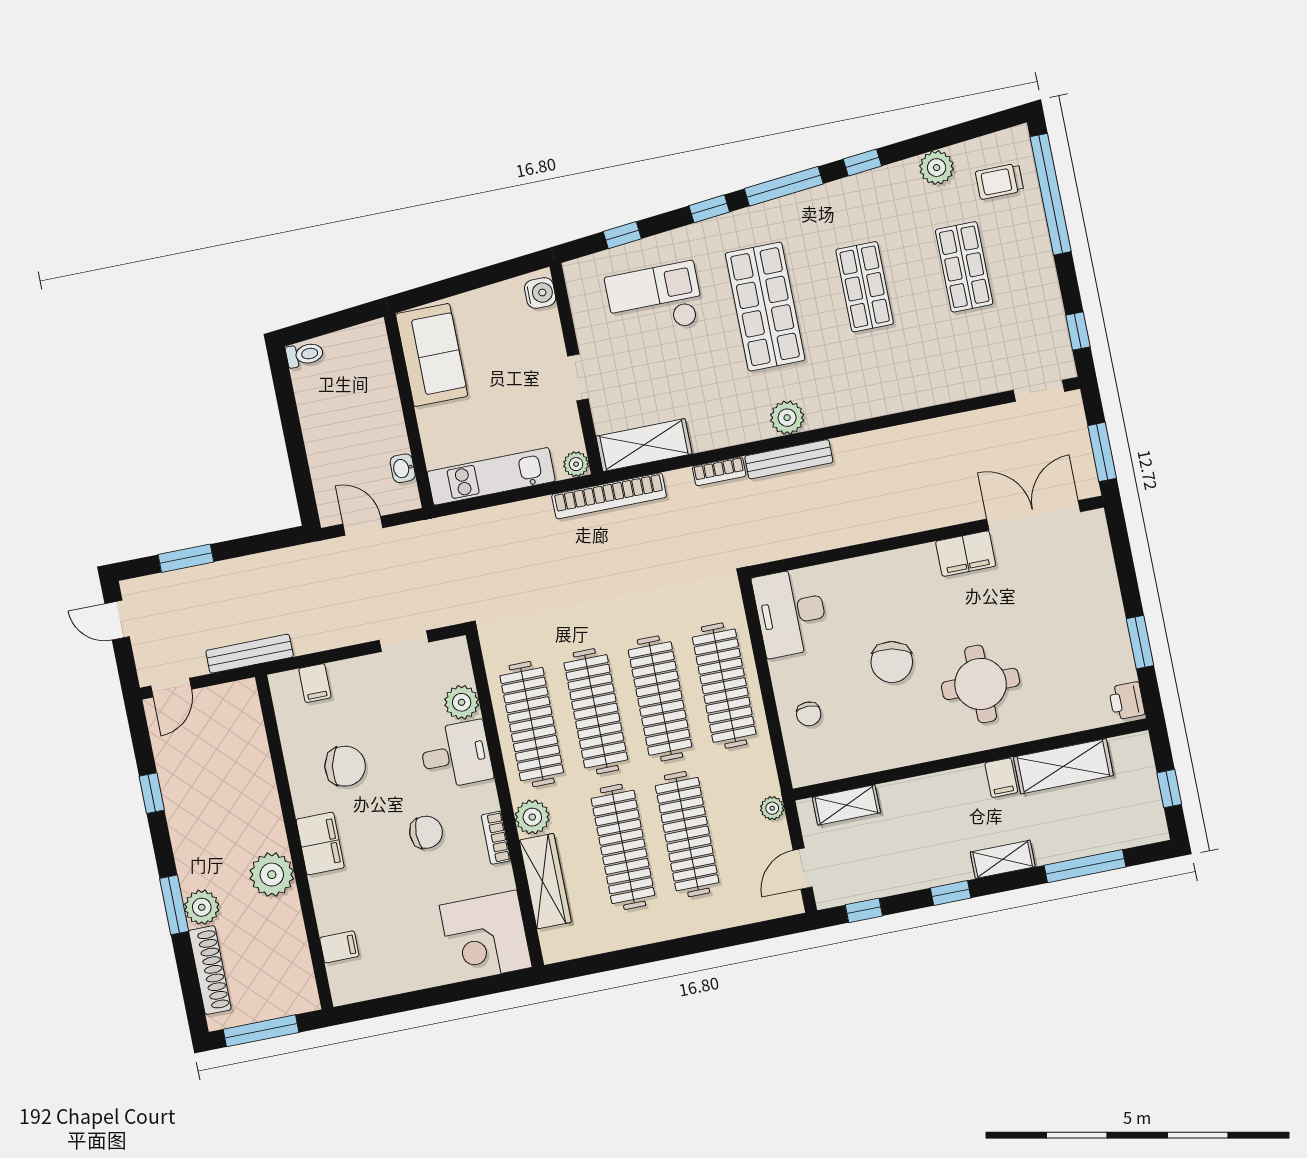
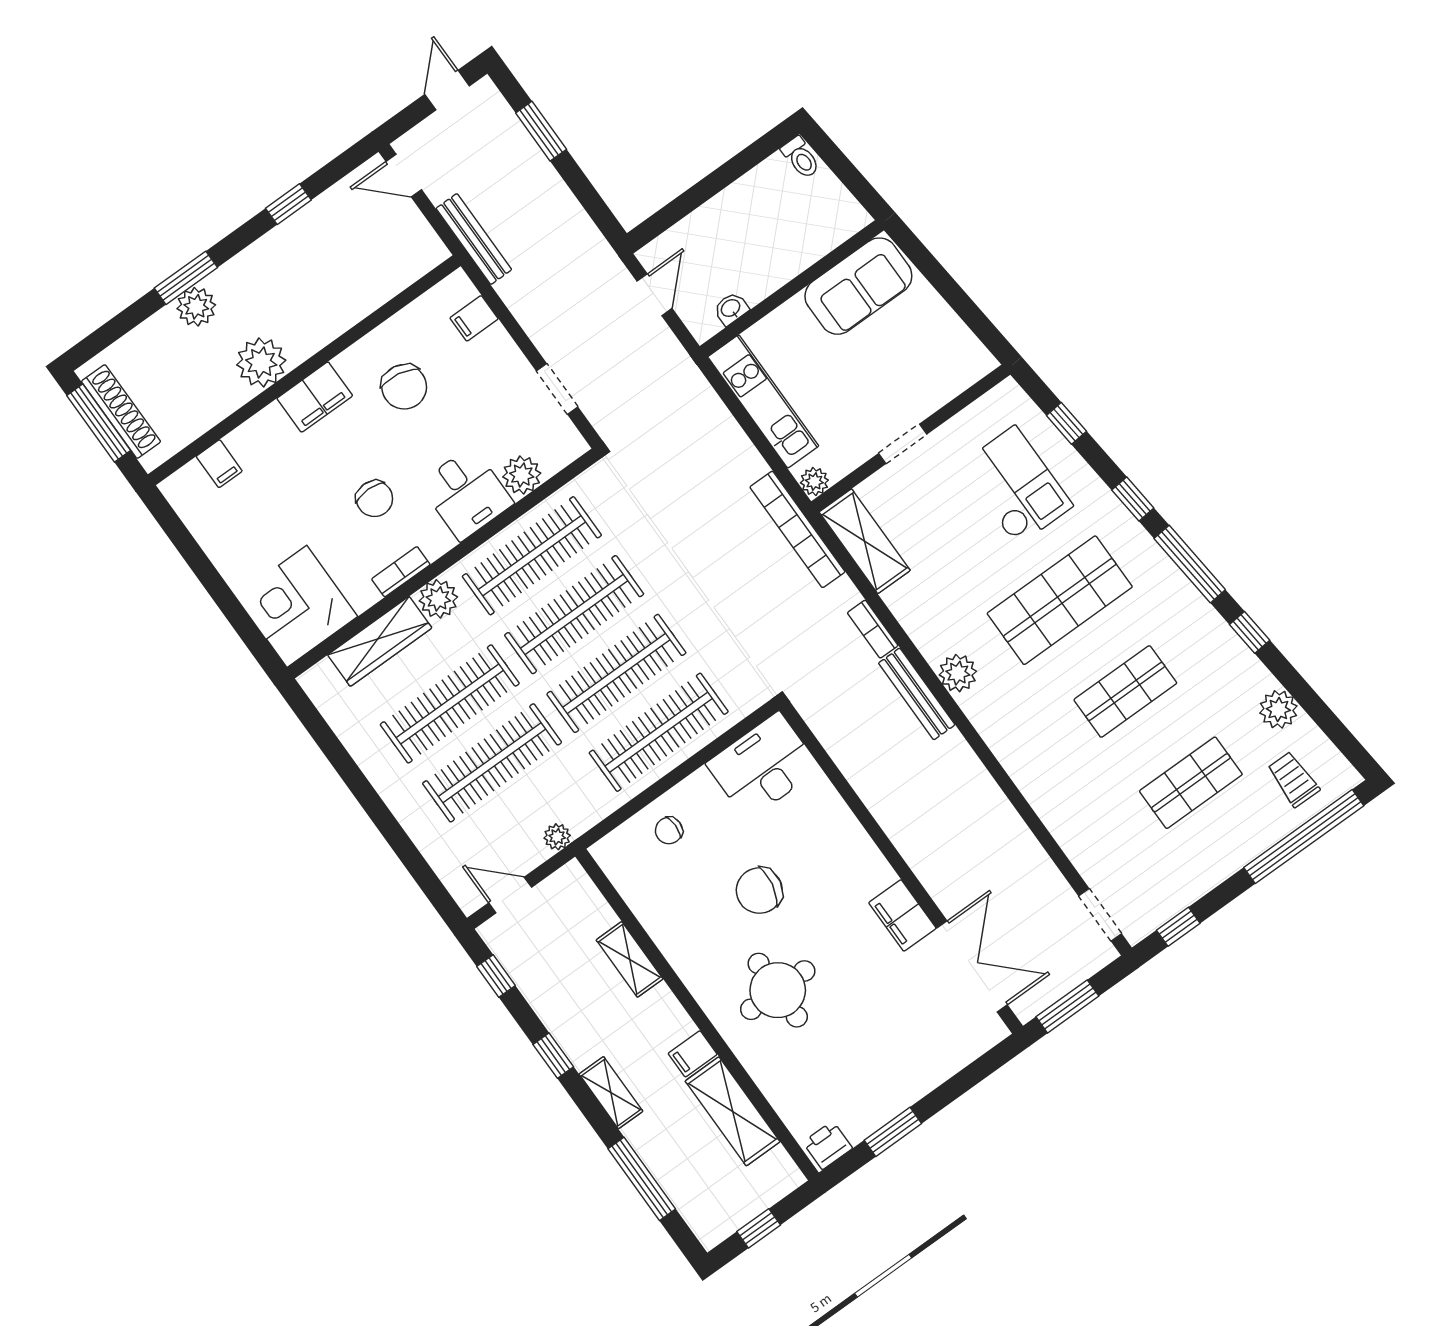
water cooler: (540, 293) -> (971, 367), removed
shelving: (846, 805) -> (630, 959), moved
shoe rack: (210, 970) -> (121, 412), moved, turned -90

